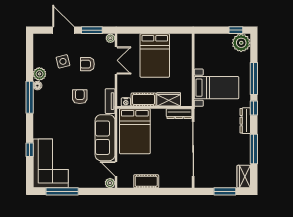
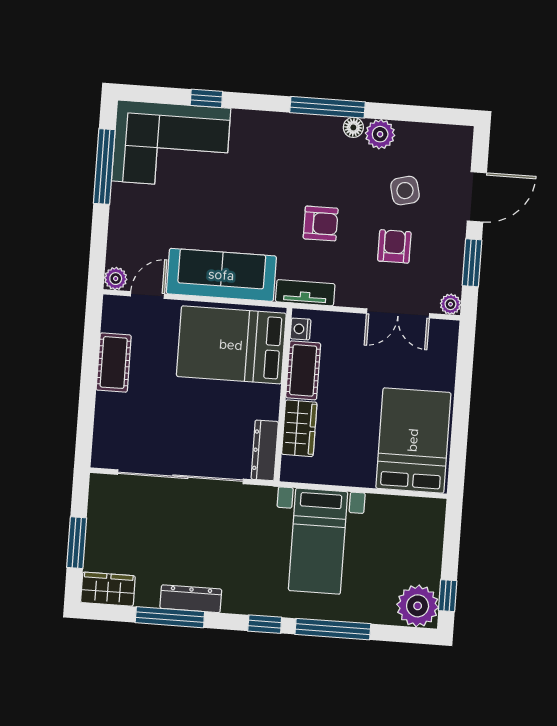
bed: (155, 56) -> (413, 440), moved, turned 90
dresser: (245, 121) -> (191, 599), moved

